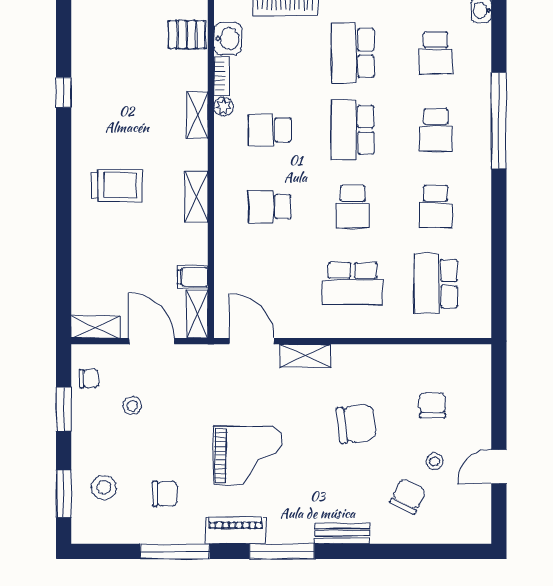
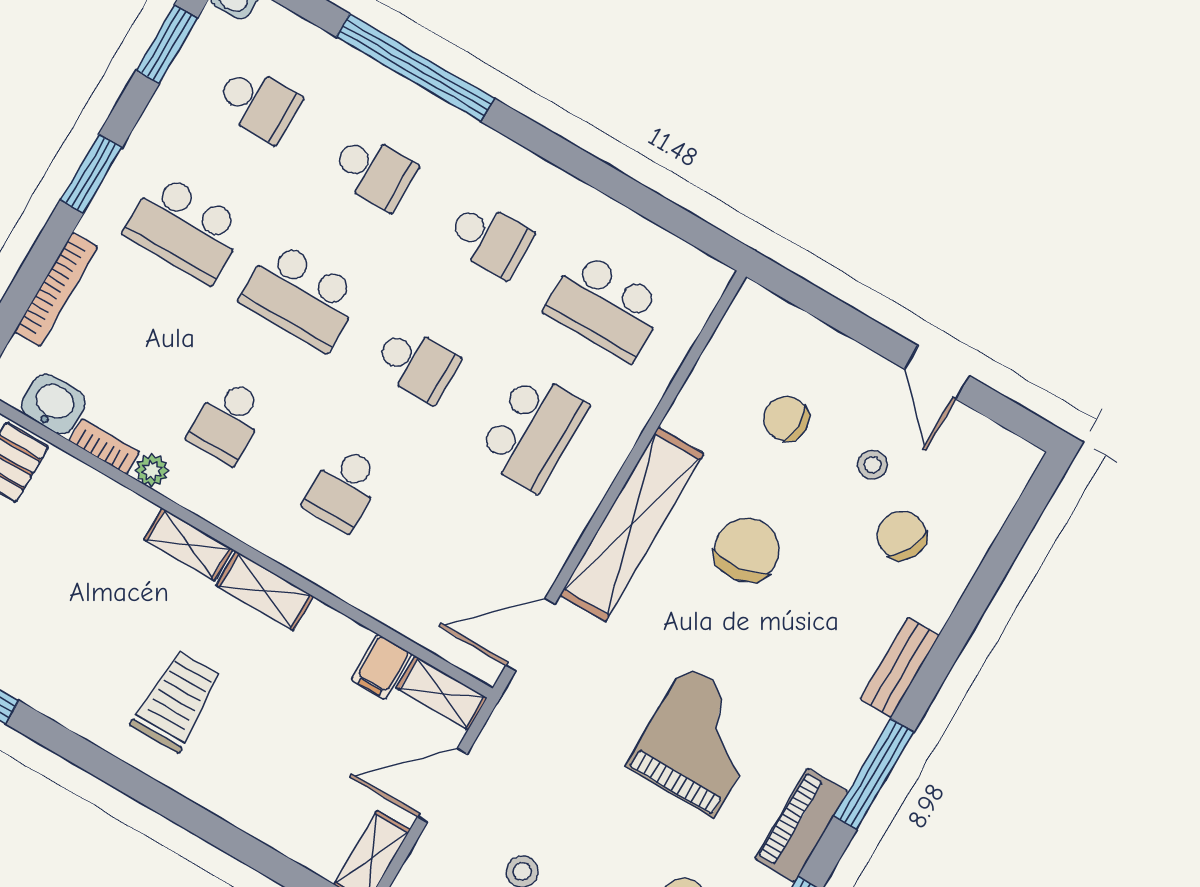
shelving: (197, 115) -> (188, 544), moved
shelving: (305, 356) -> (632, 524), width x2.20, depth x1.33

